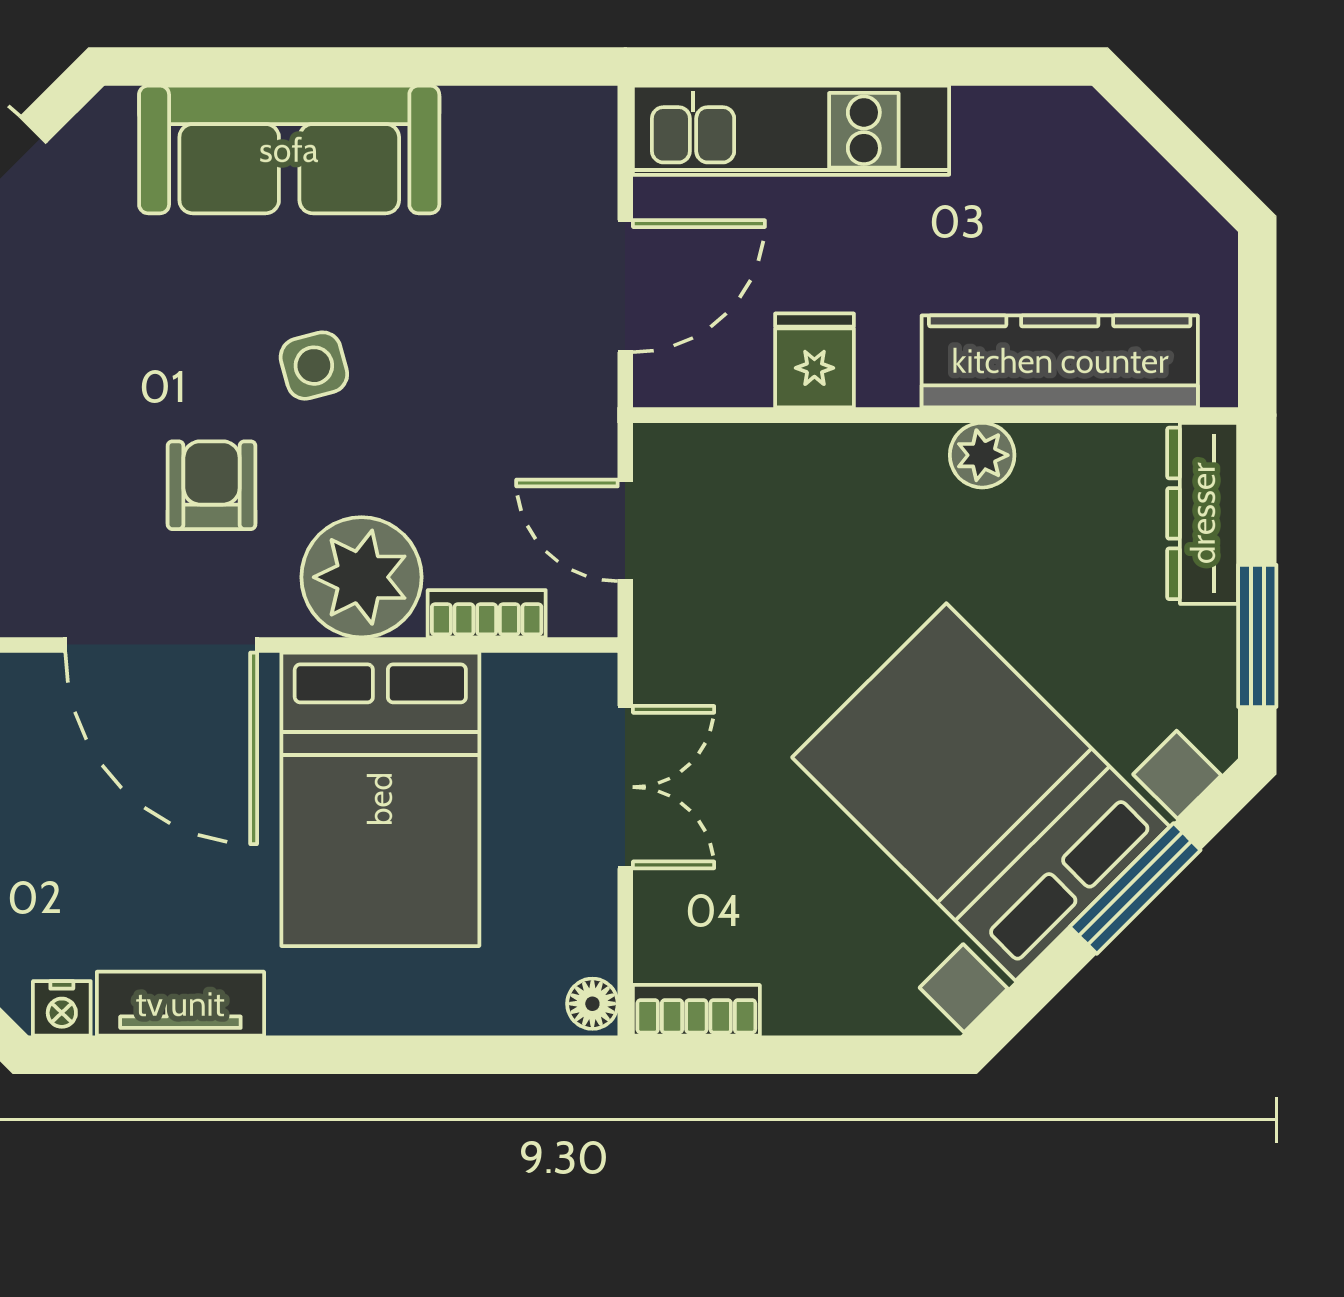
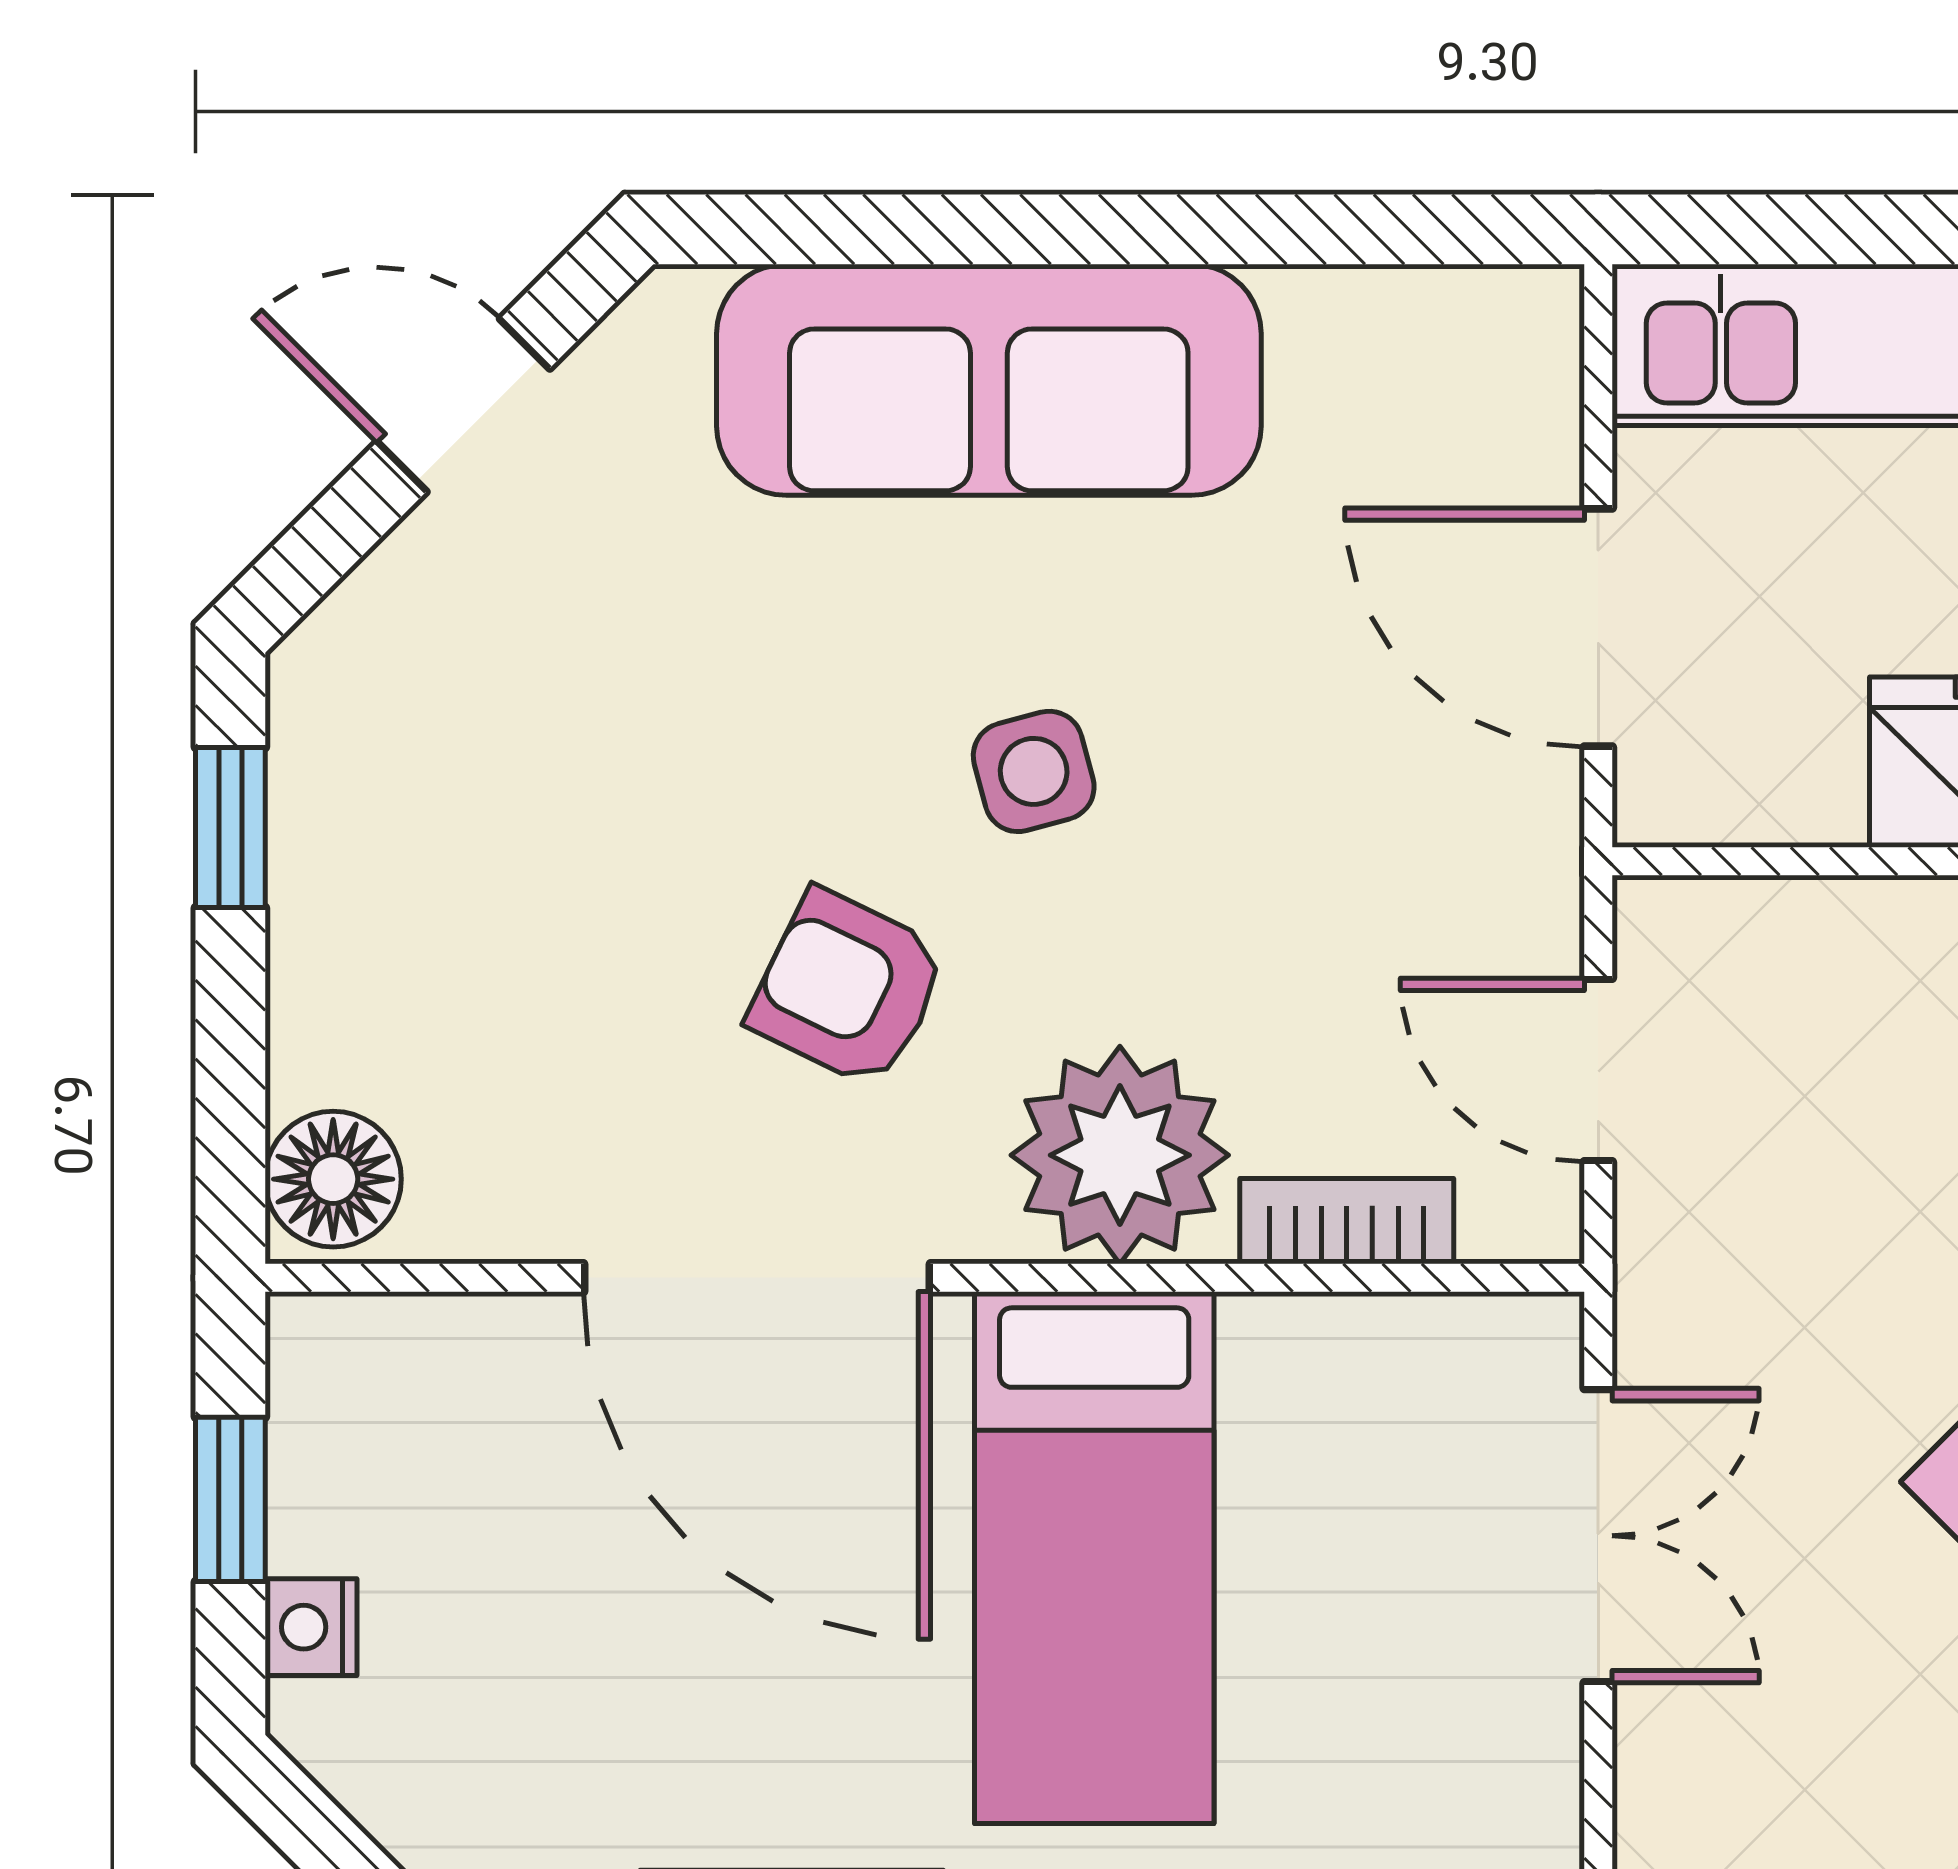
door: (625, 286) -> (1598, 627), swing flipped
armchair: (212, 485) -> (848, 988), turned -64
bed: (380, 799) -> (1094, 1558), width x0.67

